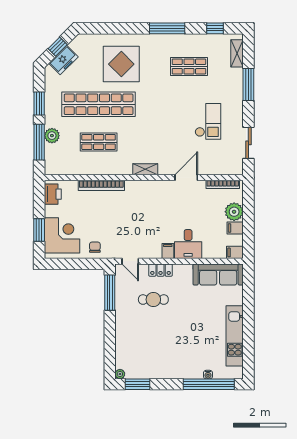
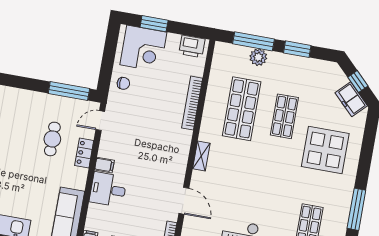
freezer: (63, 60) -> (351, 99), moved
shop shelf: (99, 104) -> (284, 116), width x0.50, depth x0.74
shop shelf: (99, 142) -> (242, 109), width x1.43, depth x1.36

